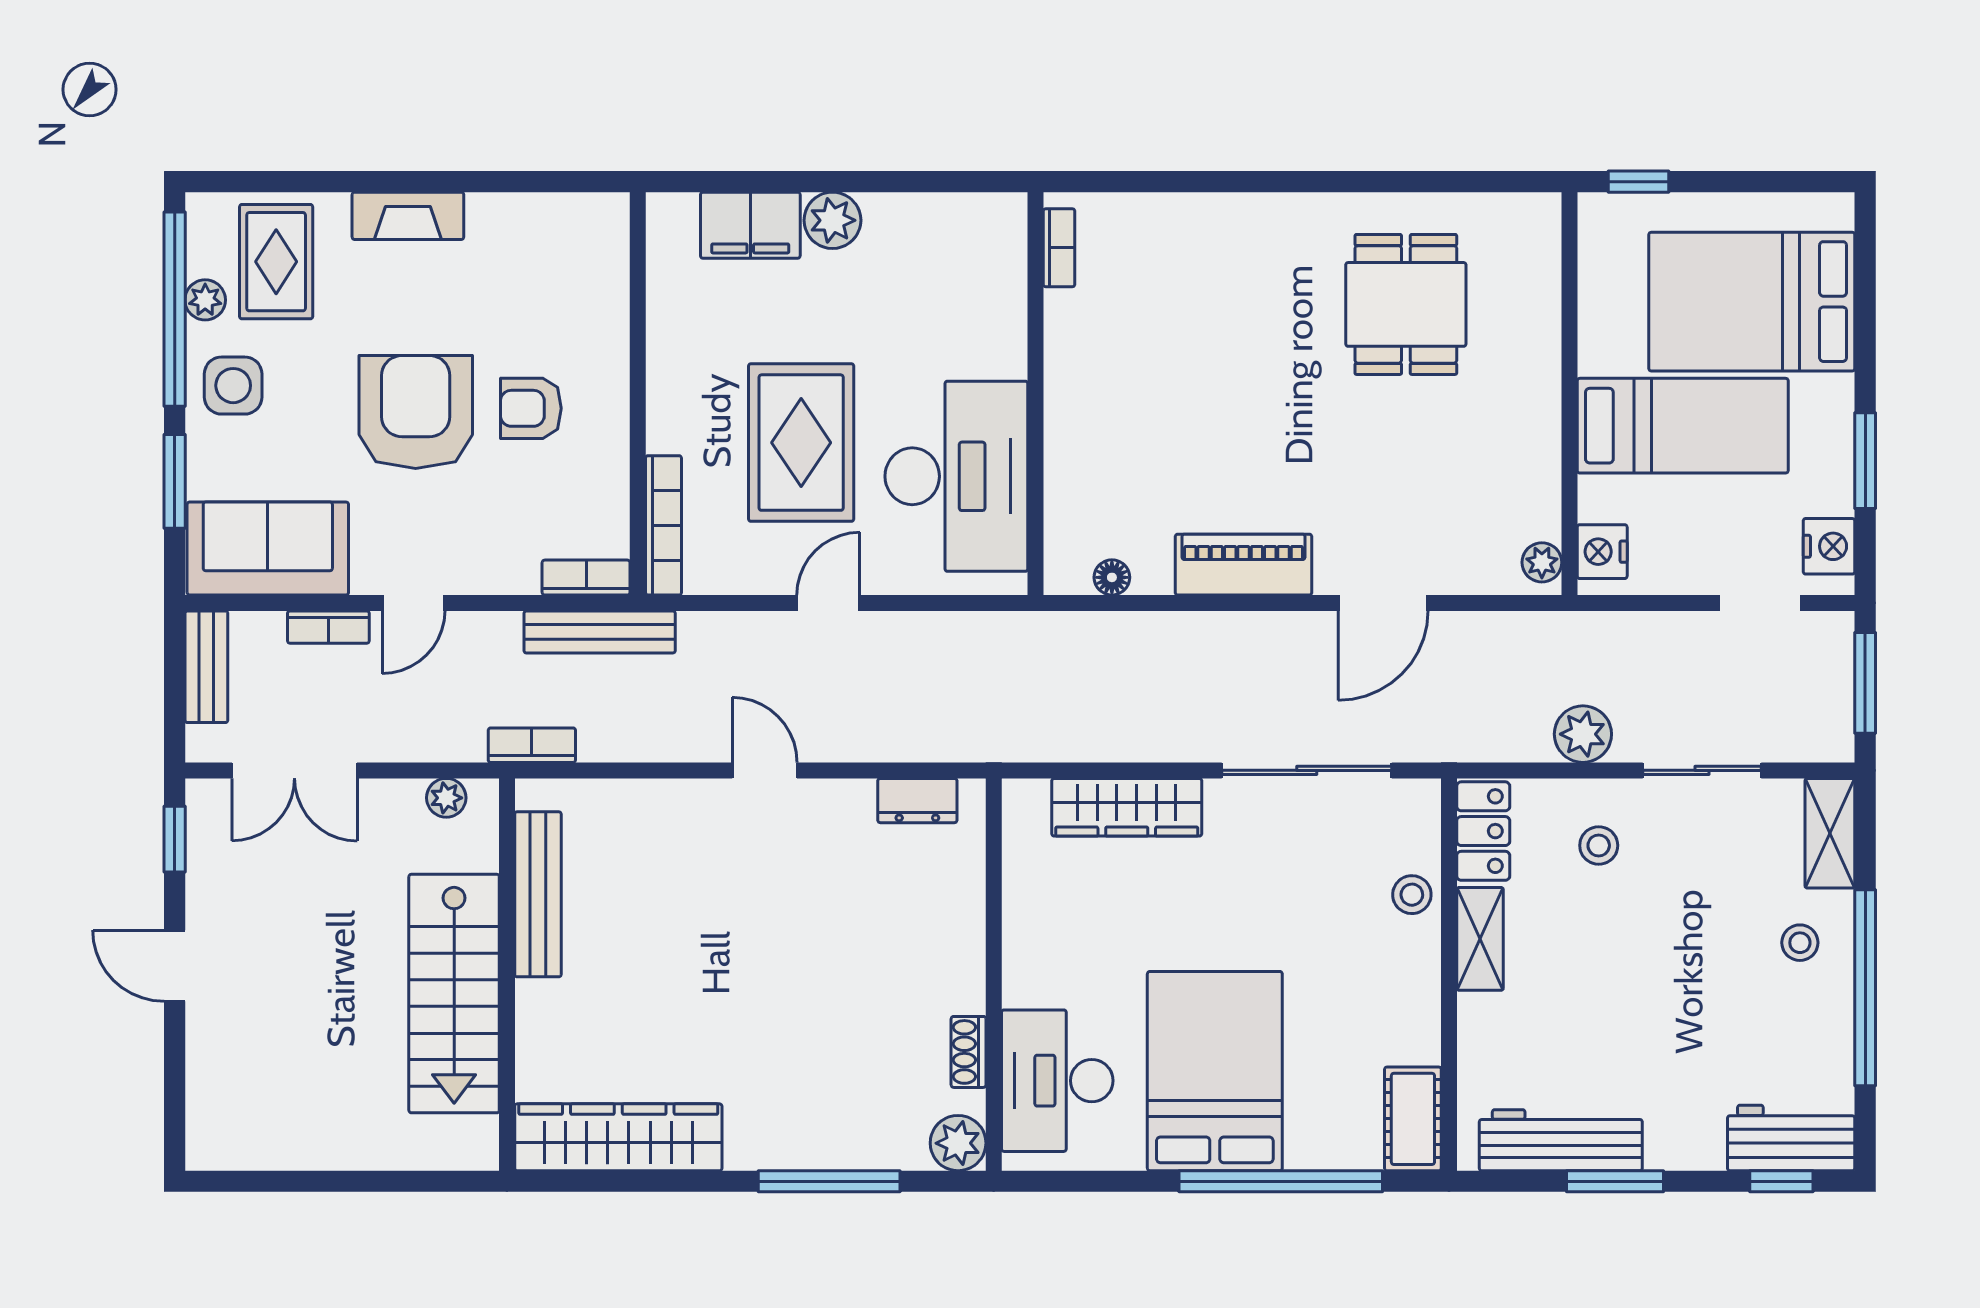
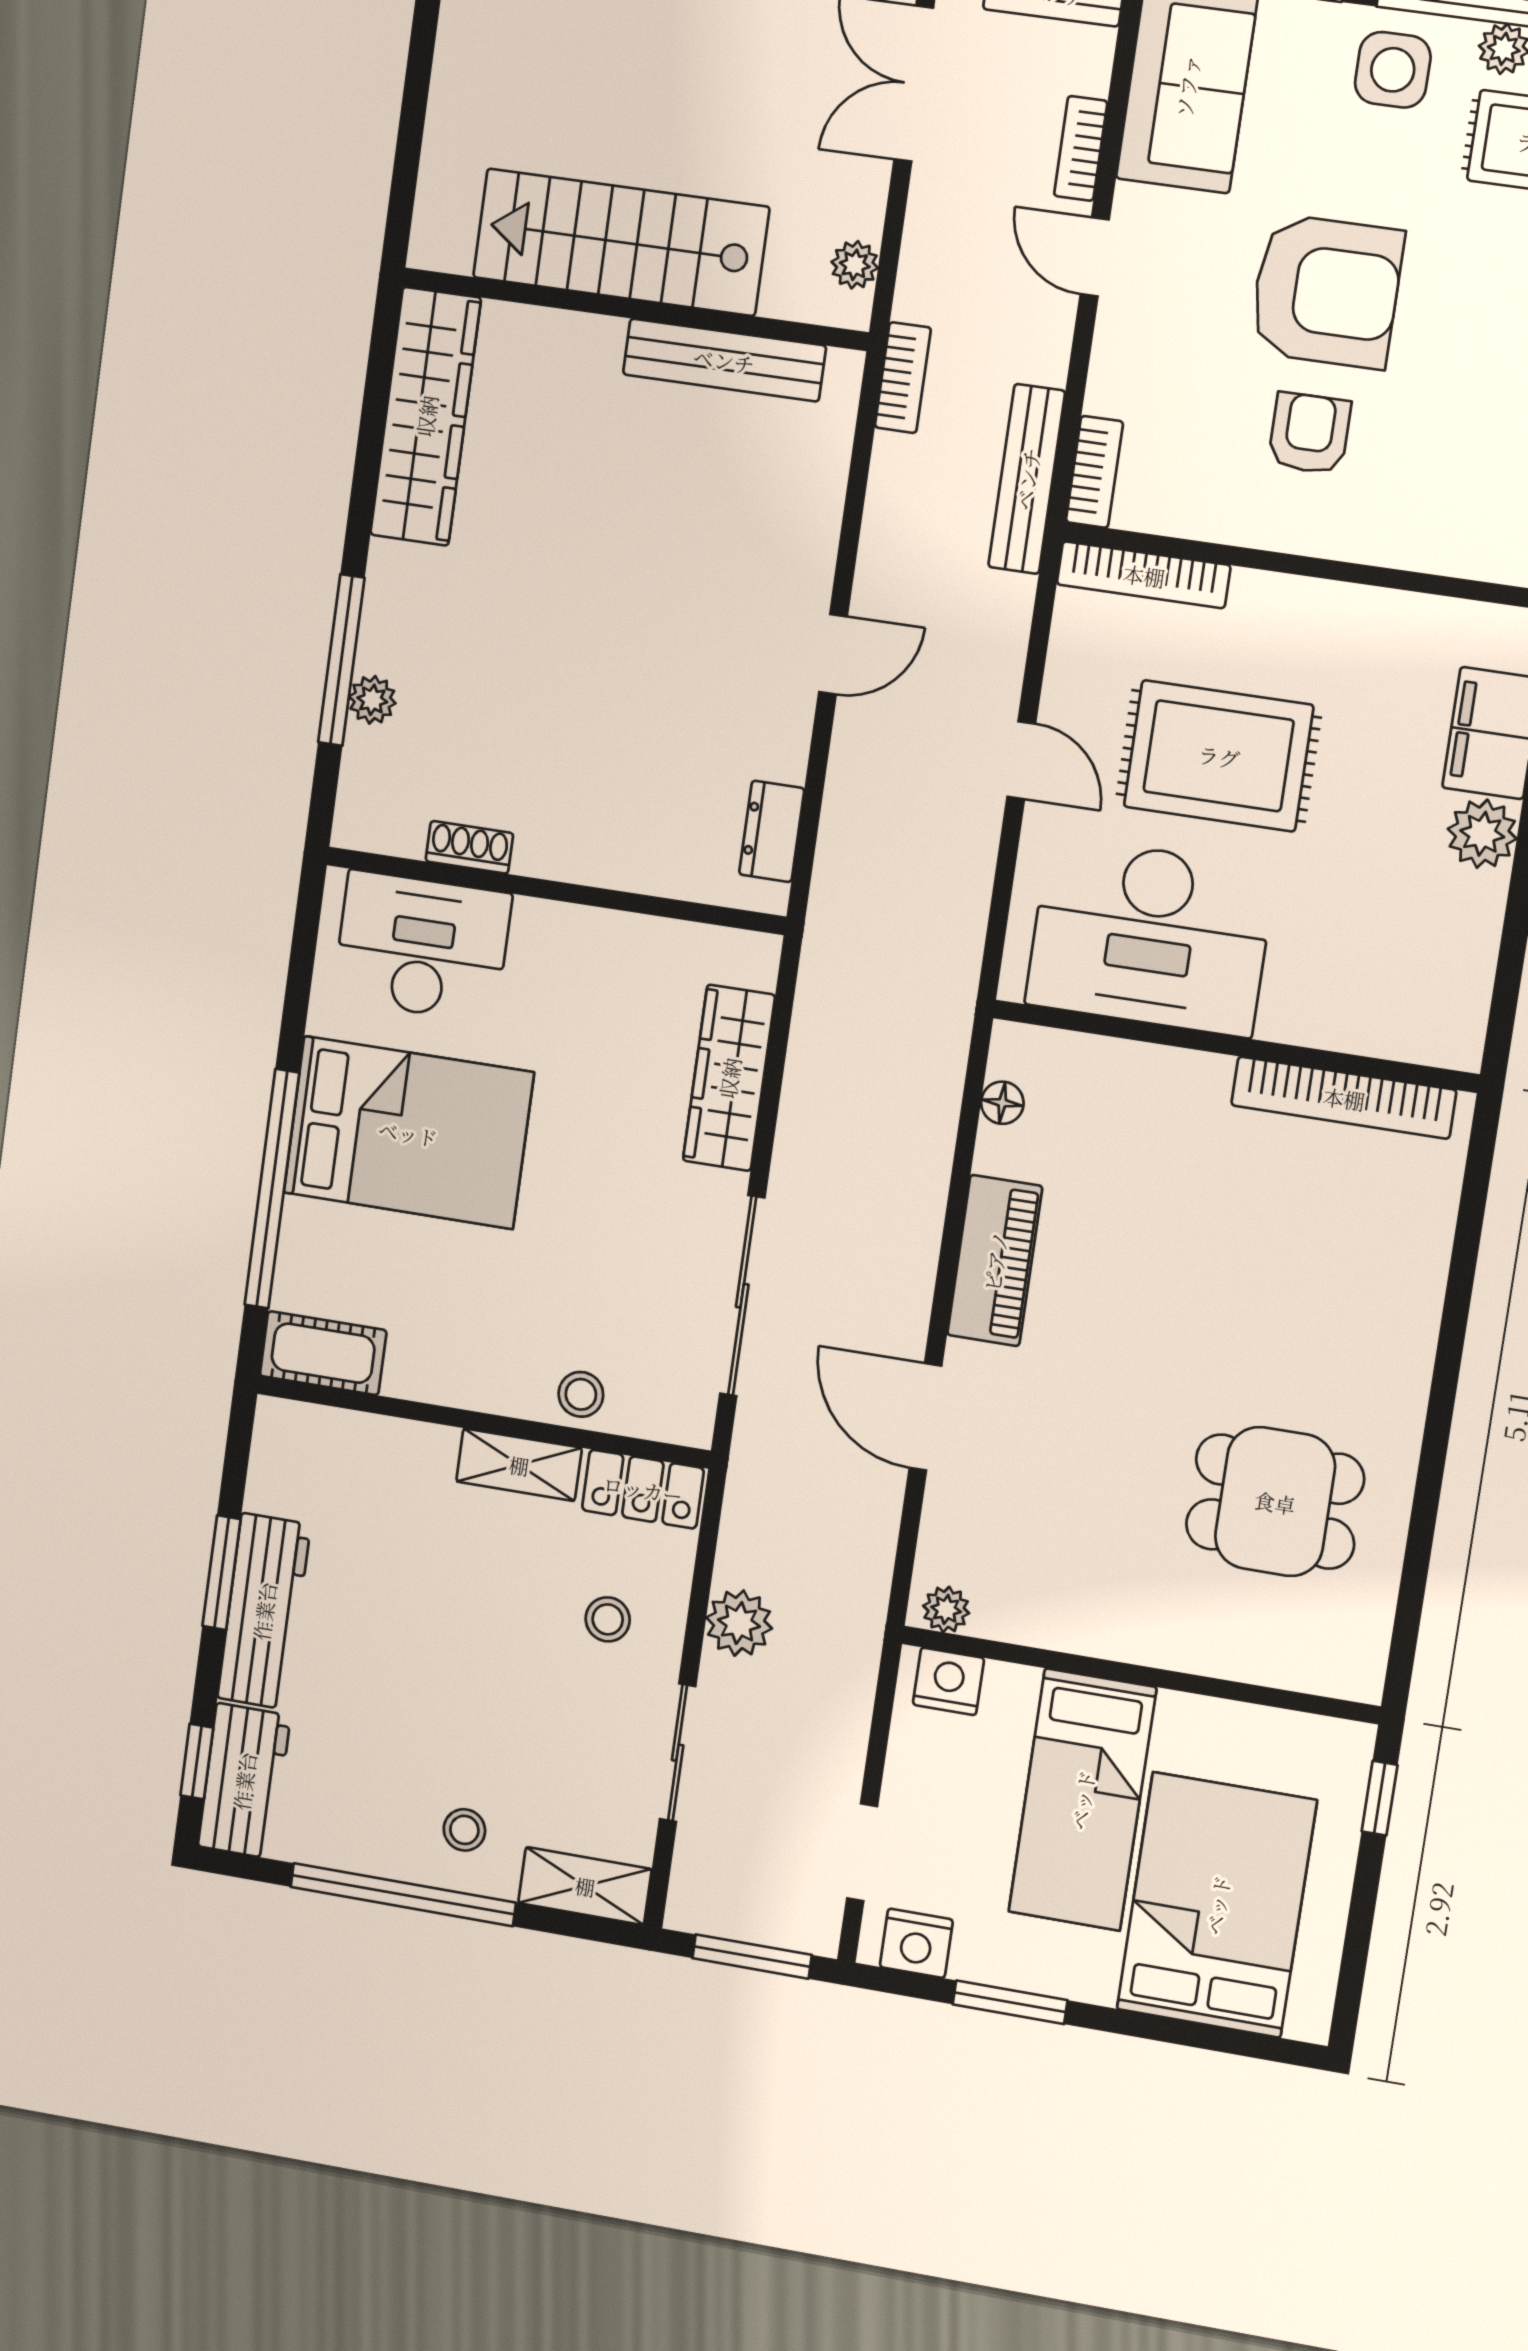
bookcase: (1059, 248) -> (1344, 1098), width x2.31, depth x1.31
workbench: (1561, 1140) -> (264, 1611), moved
plant: (958, 1143) -> (372, 700), moved, width x0.73, depth x0.73

